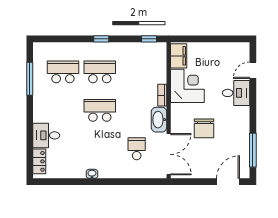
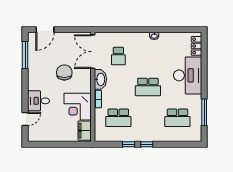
window: (149, 39) -> (129, 144), moved
school desk: (100, 72) -> (118, 118), moved
desk: (46, 135) -> (188, 75), width x1.87, depth x1.30

